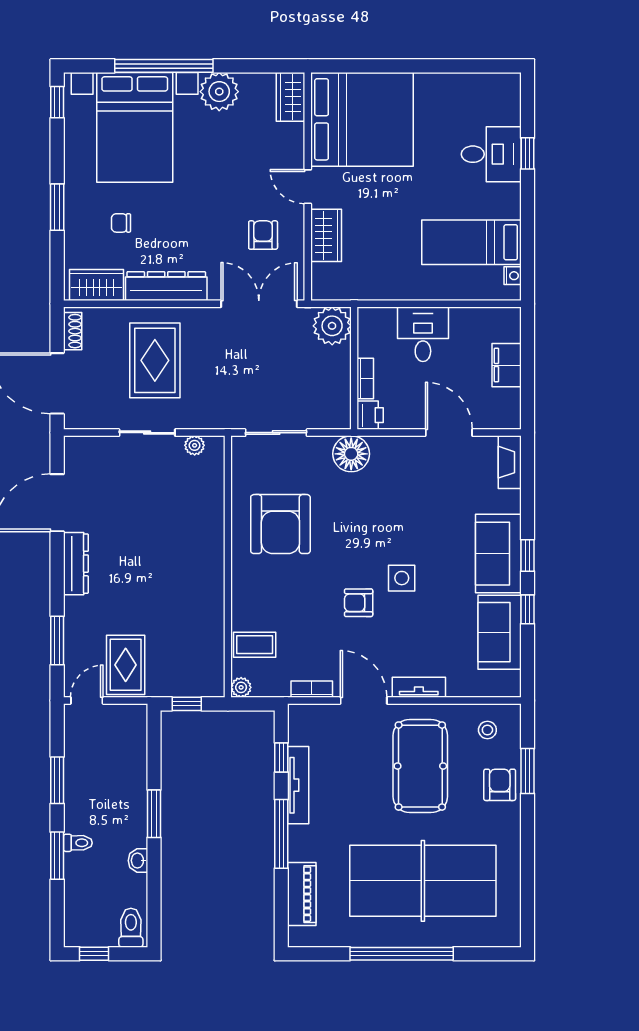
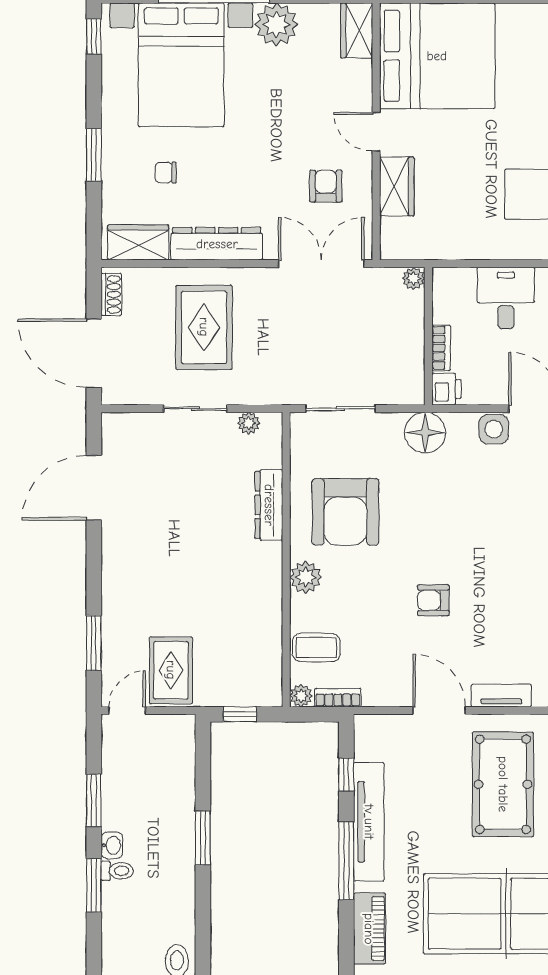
plant: (332, 326) -> (414, 278), width x0.53, depth x0.53
dresser: (76, 564) -> (269, 505), moved, turned 180
side table: (402, 578) -> (494, 429), moved
plant: (245, 582) -> (306, 577), added
bookcase: (312, 689) -> (338, 698), moved
tv unit: (298, 785) -> (369, 822), width x1.36, depth x1.29
washbasin: (138, 861) -> (112, 845), moved, turned 180

